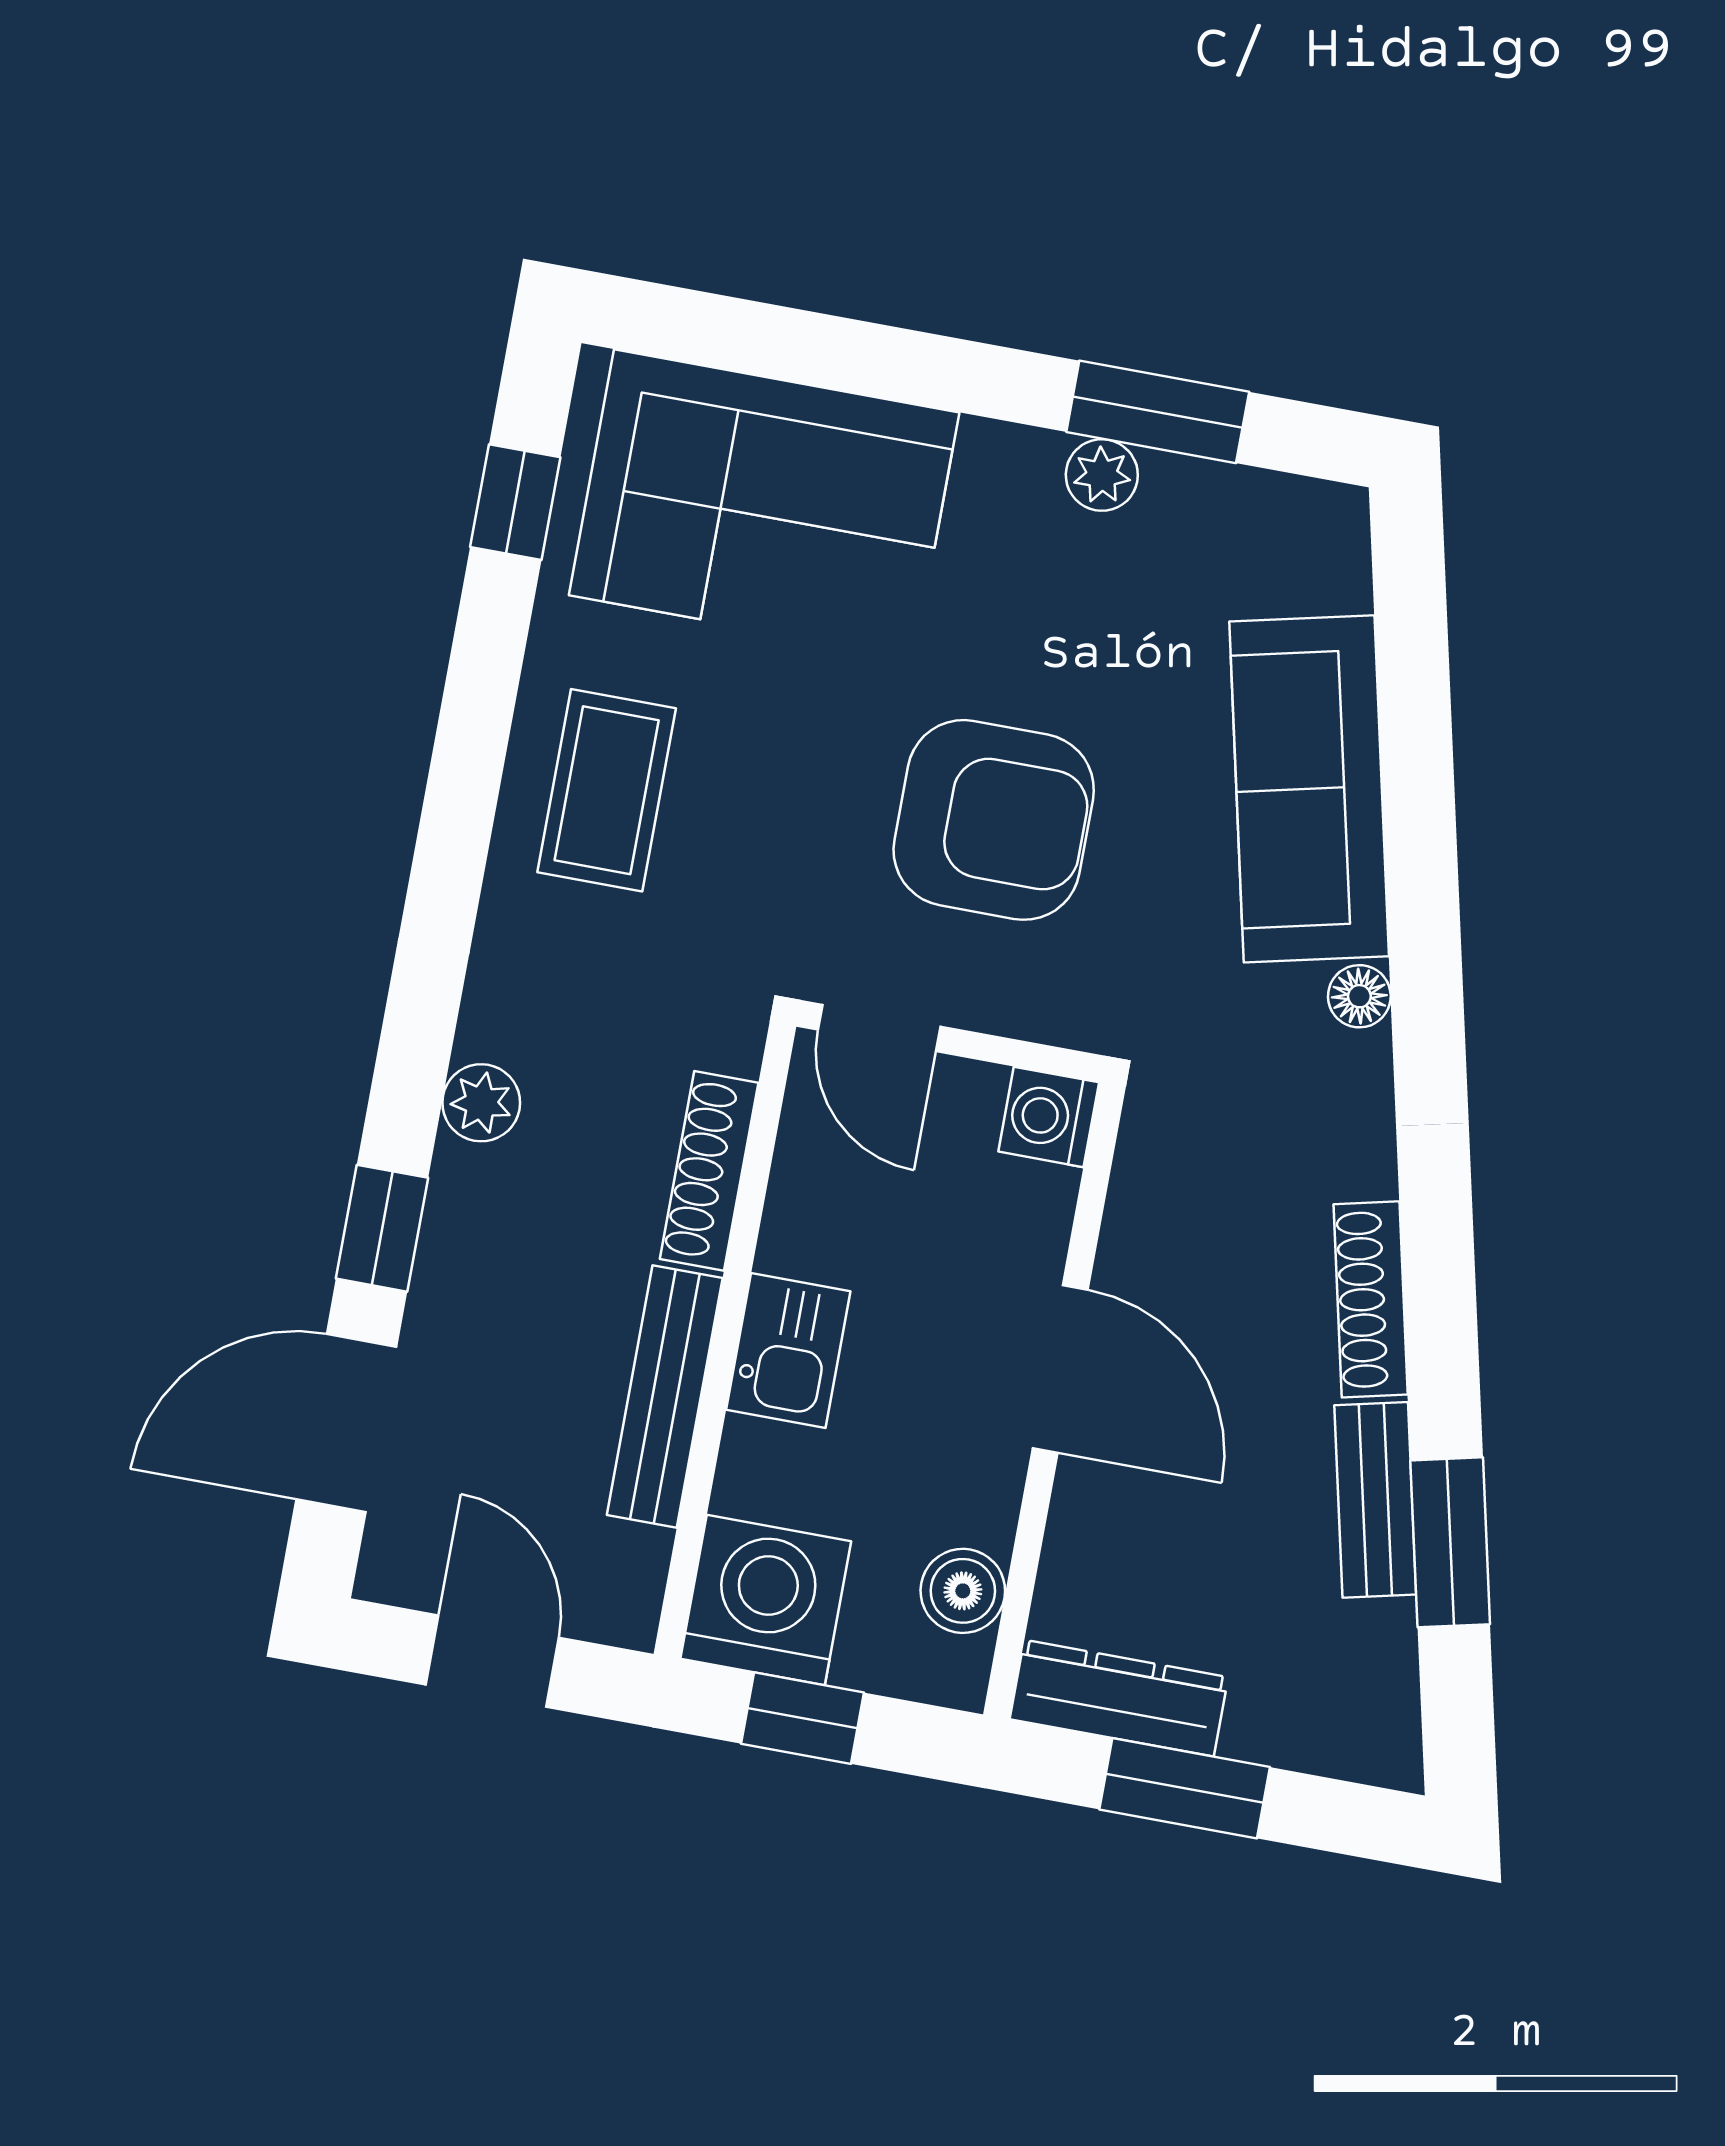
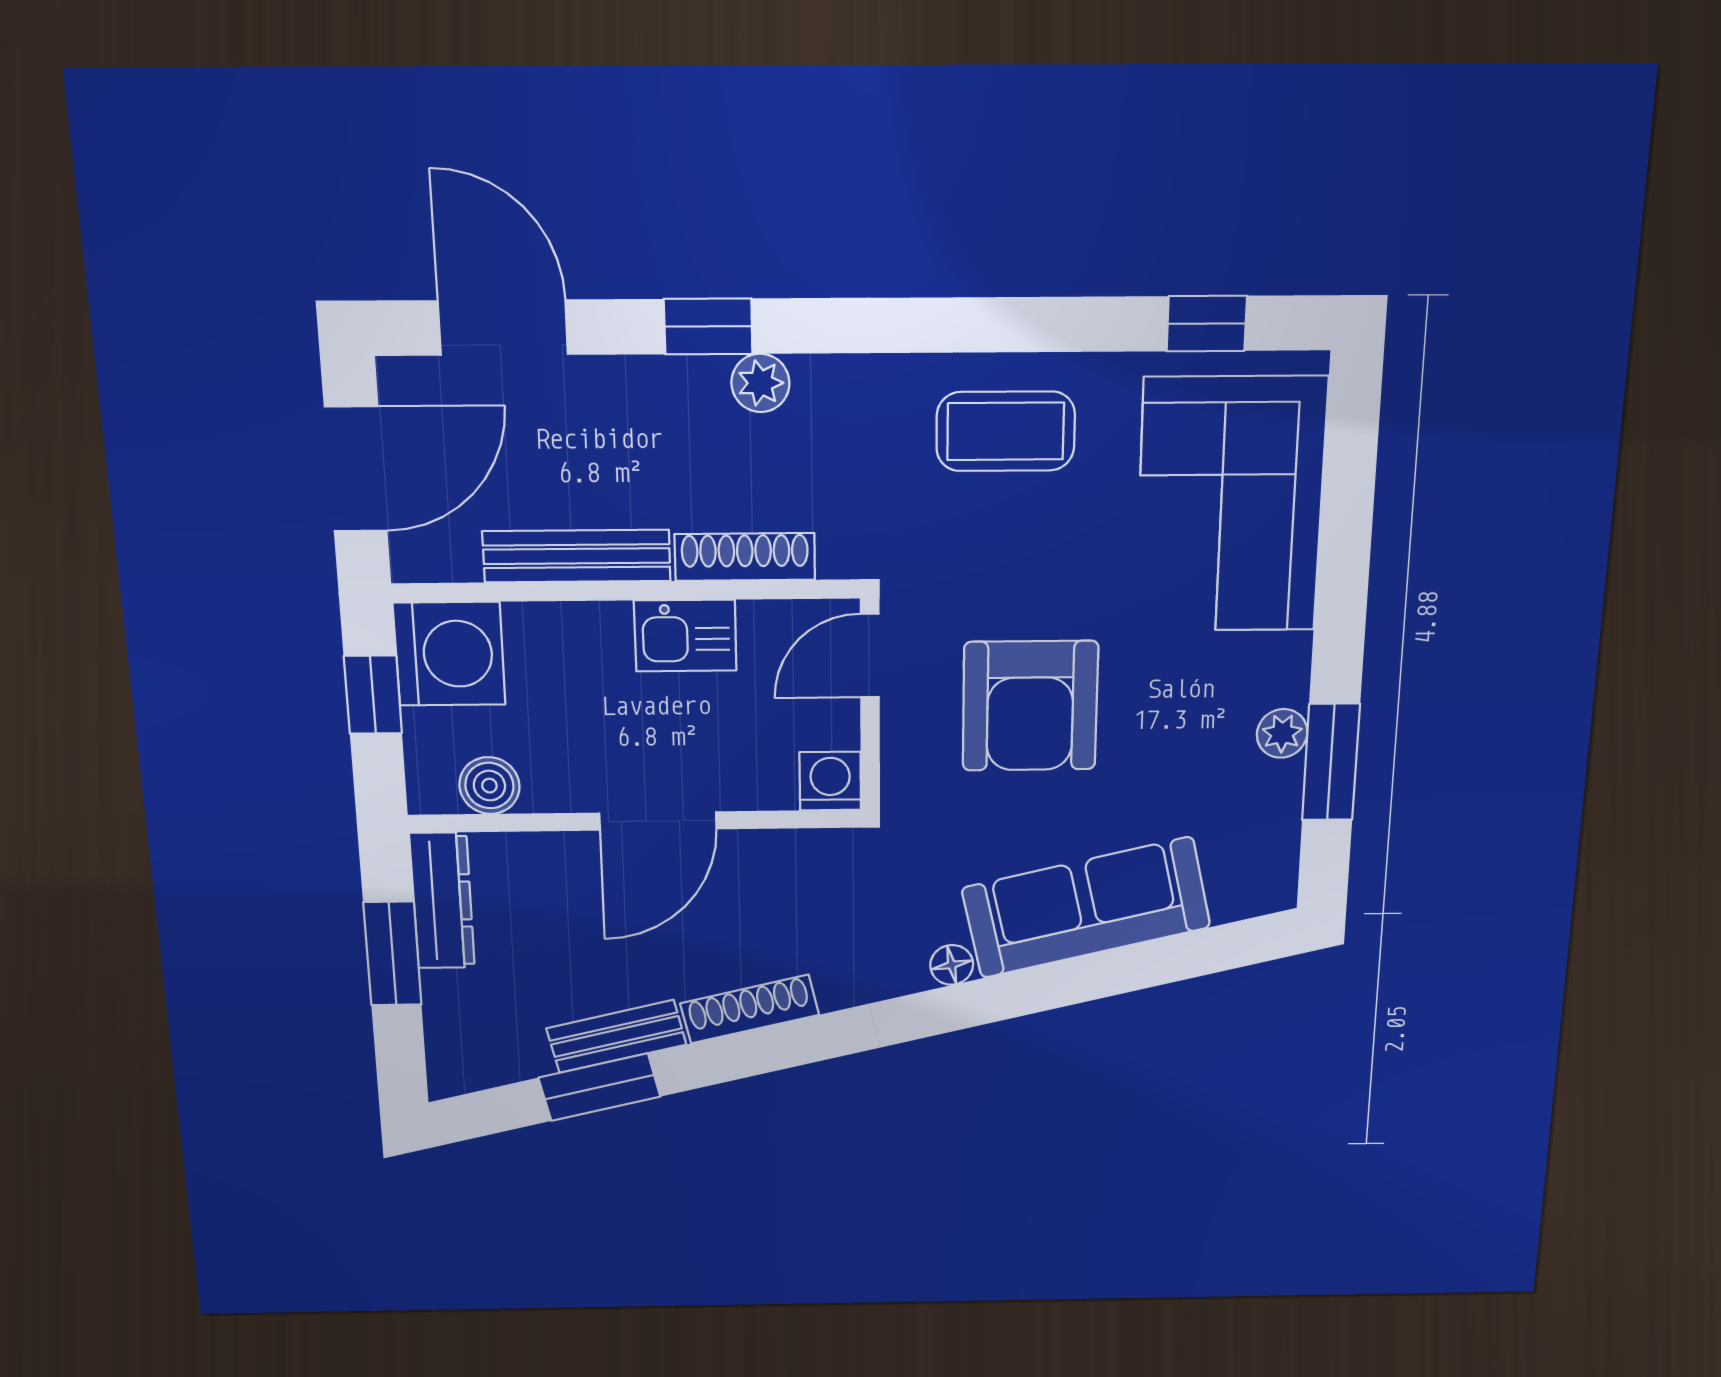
window: (382, 1228) -> (708, 326), moved
kitchen sink: (788, 1351) -> (685, 636), moved
door: (492, 1661) -> (356, 469), width x1.38

